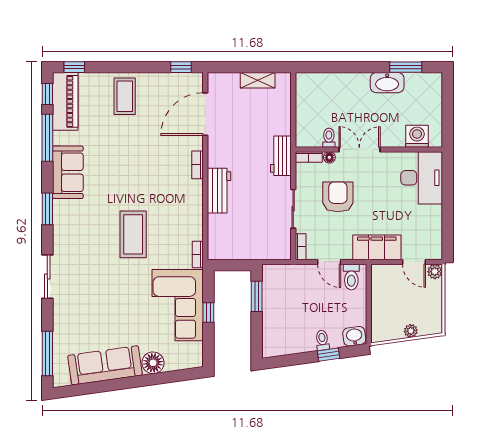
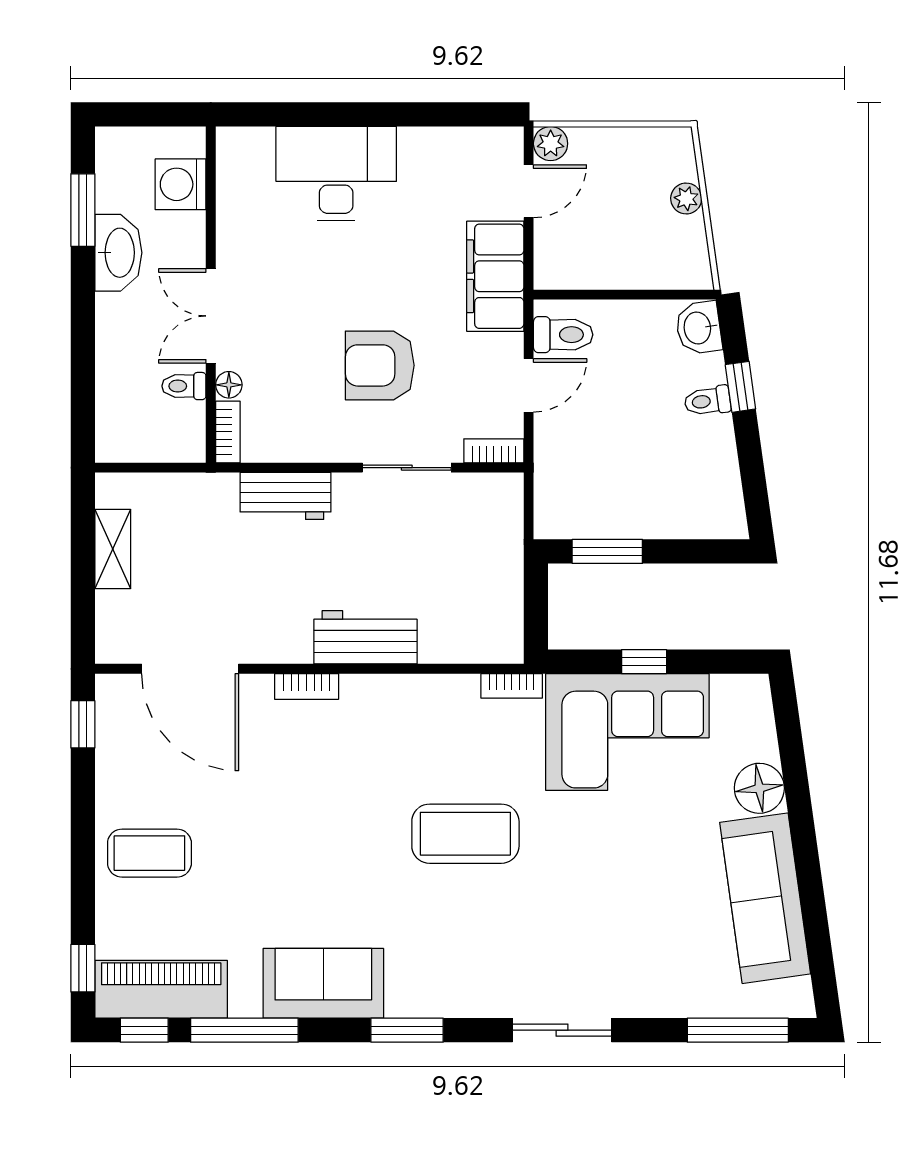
washing machine: (417, 136) -> (181, 184), moved
toilet: (329, 138) -> (184, 386), moved
double door: (359, 149) -> (211, 316), moved
wall: (369, 149) -> (211, 295), moved
bookcase: (309, 157) -> (228, 432), moved
floor lamp: (329, 157) -> (229, 385), moved

